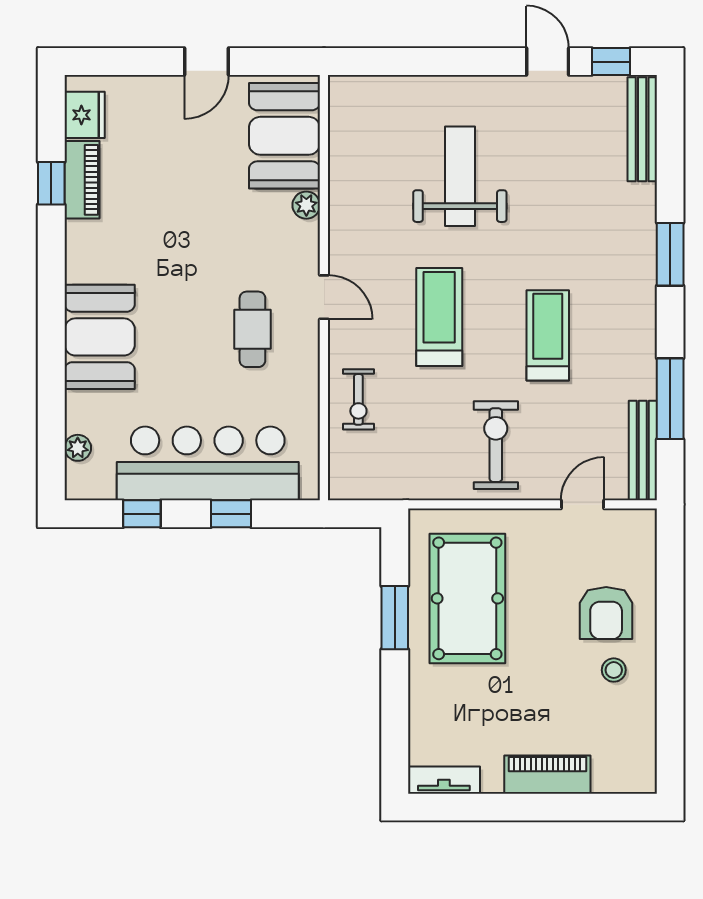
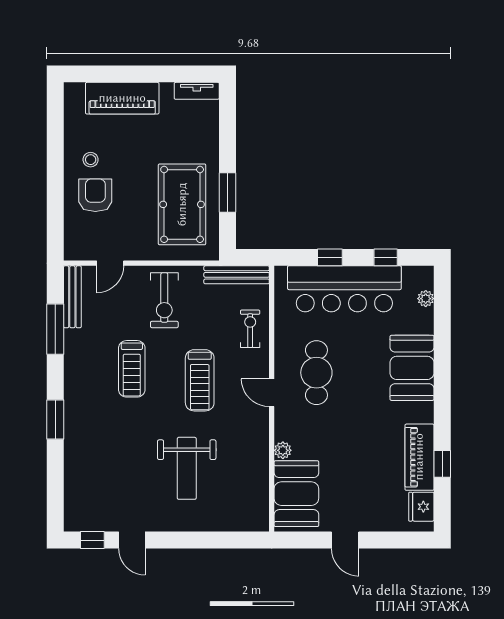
door: (207, 62) -> (345, 540), swing flipped
bench: (642, 129) -> (237, 275), moved, turned 90
piano: (82, 180) -> (419, 457), width x1.37, depth x1.33
cafe table: (252, 329) -> (316, 373), width x1.37, depth x1.35
piano: (547, 775) -> (122, 98), width x1.37, depth x1.33

